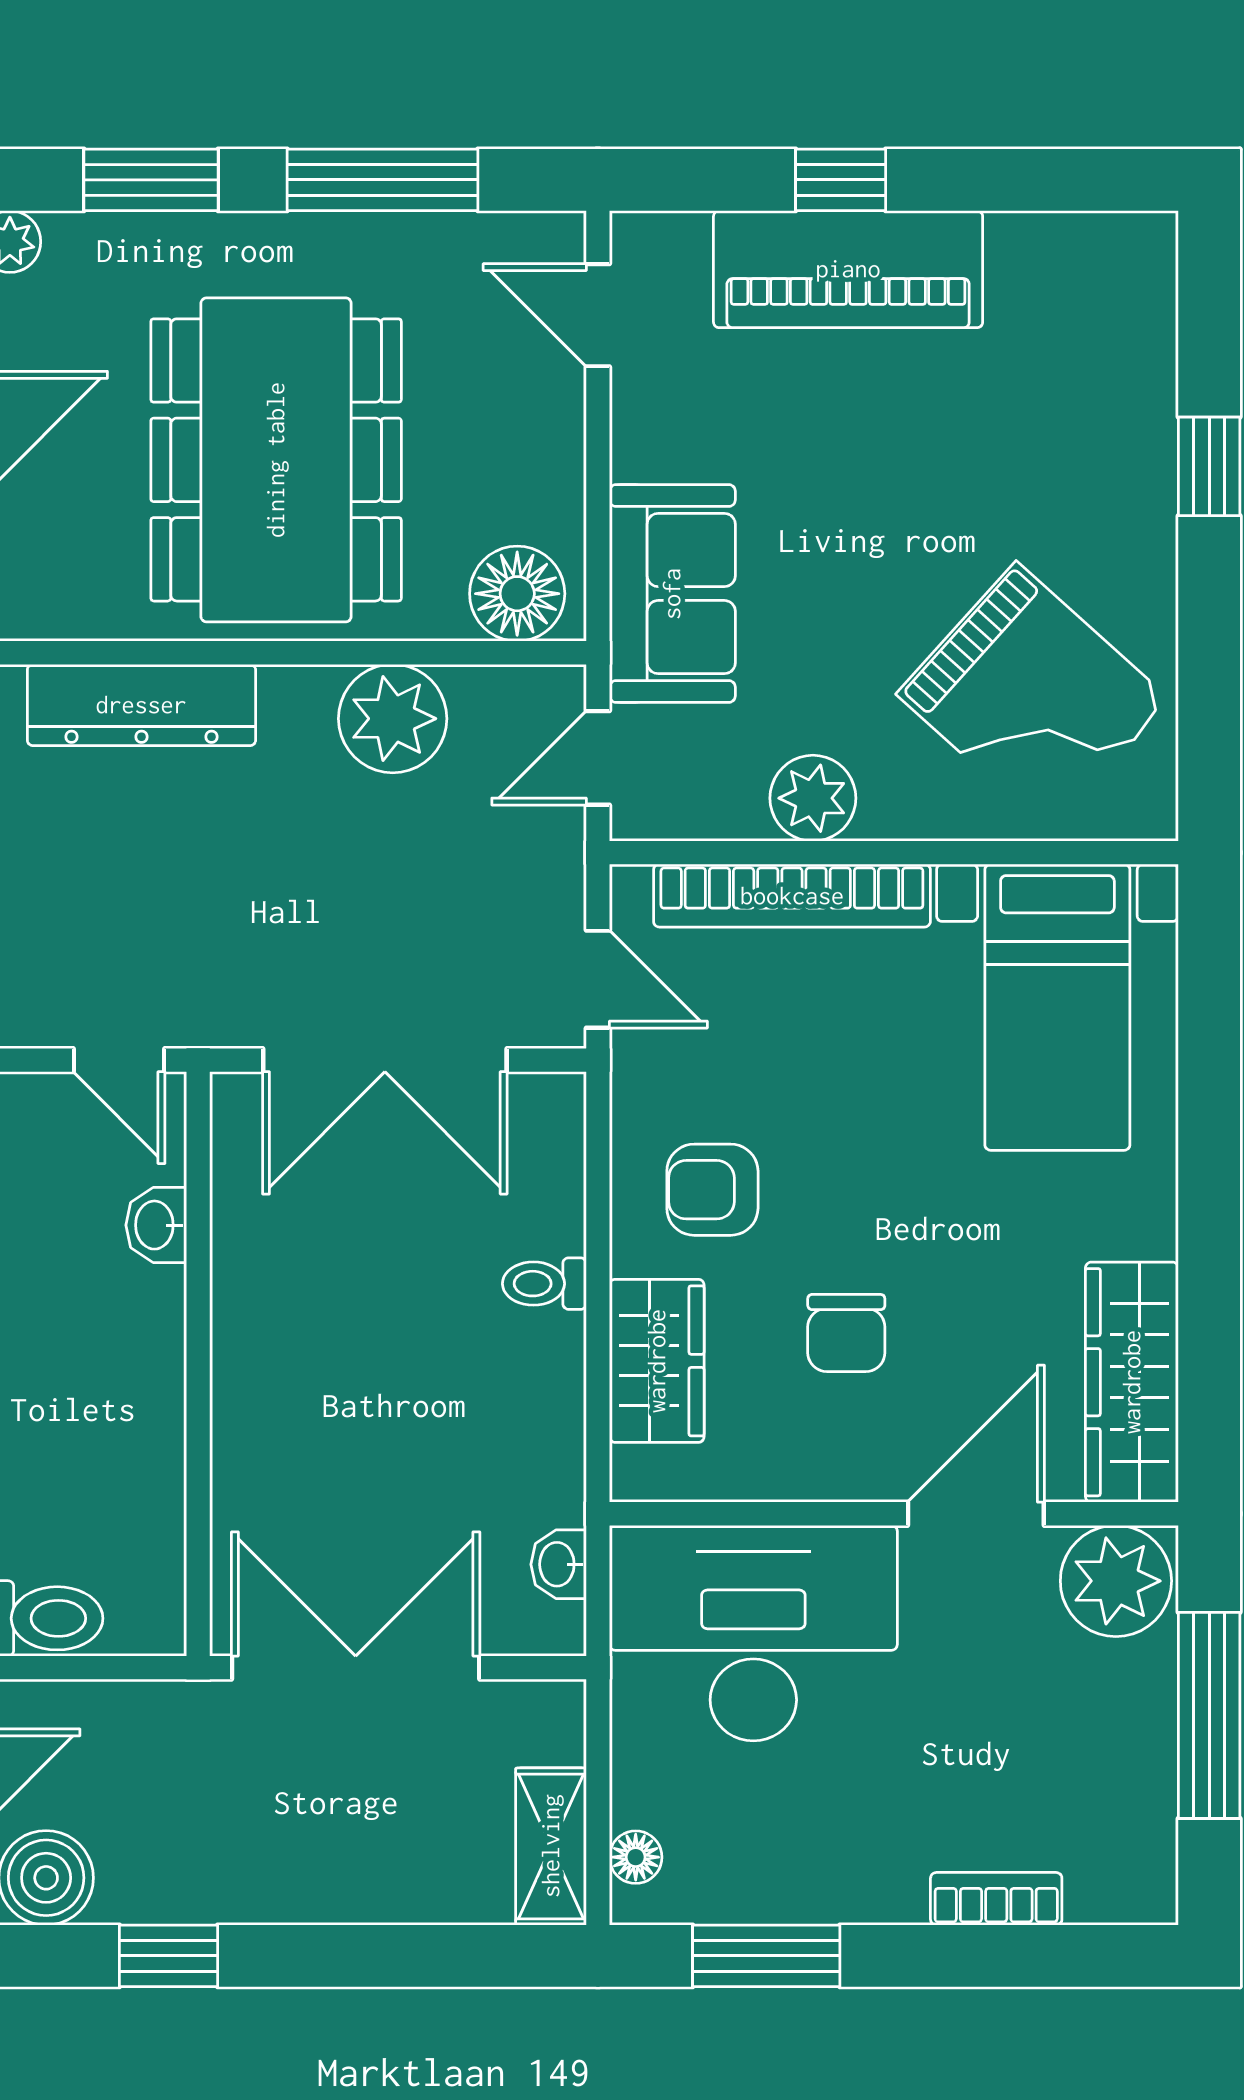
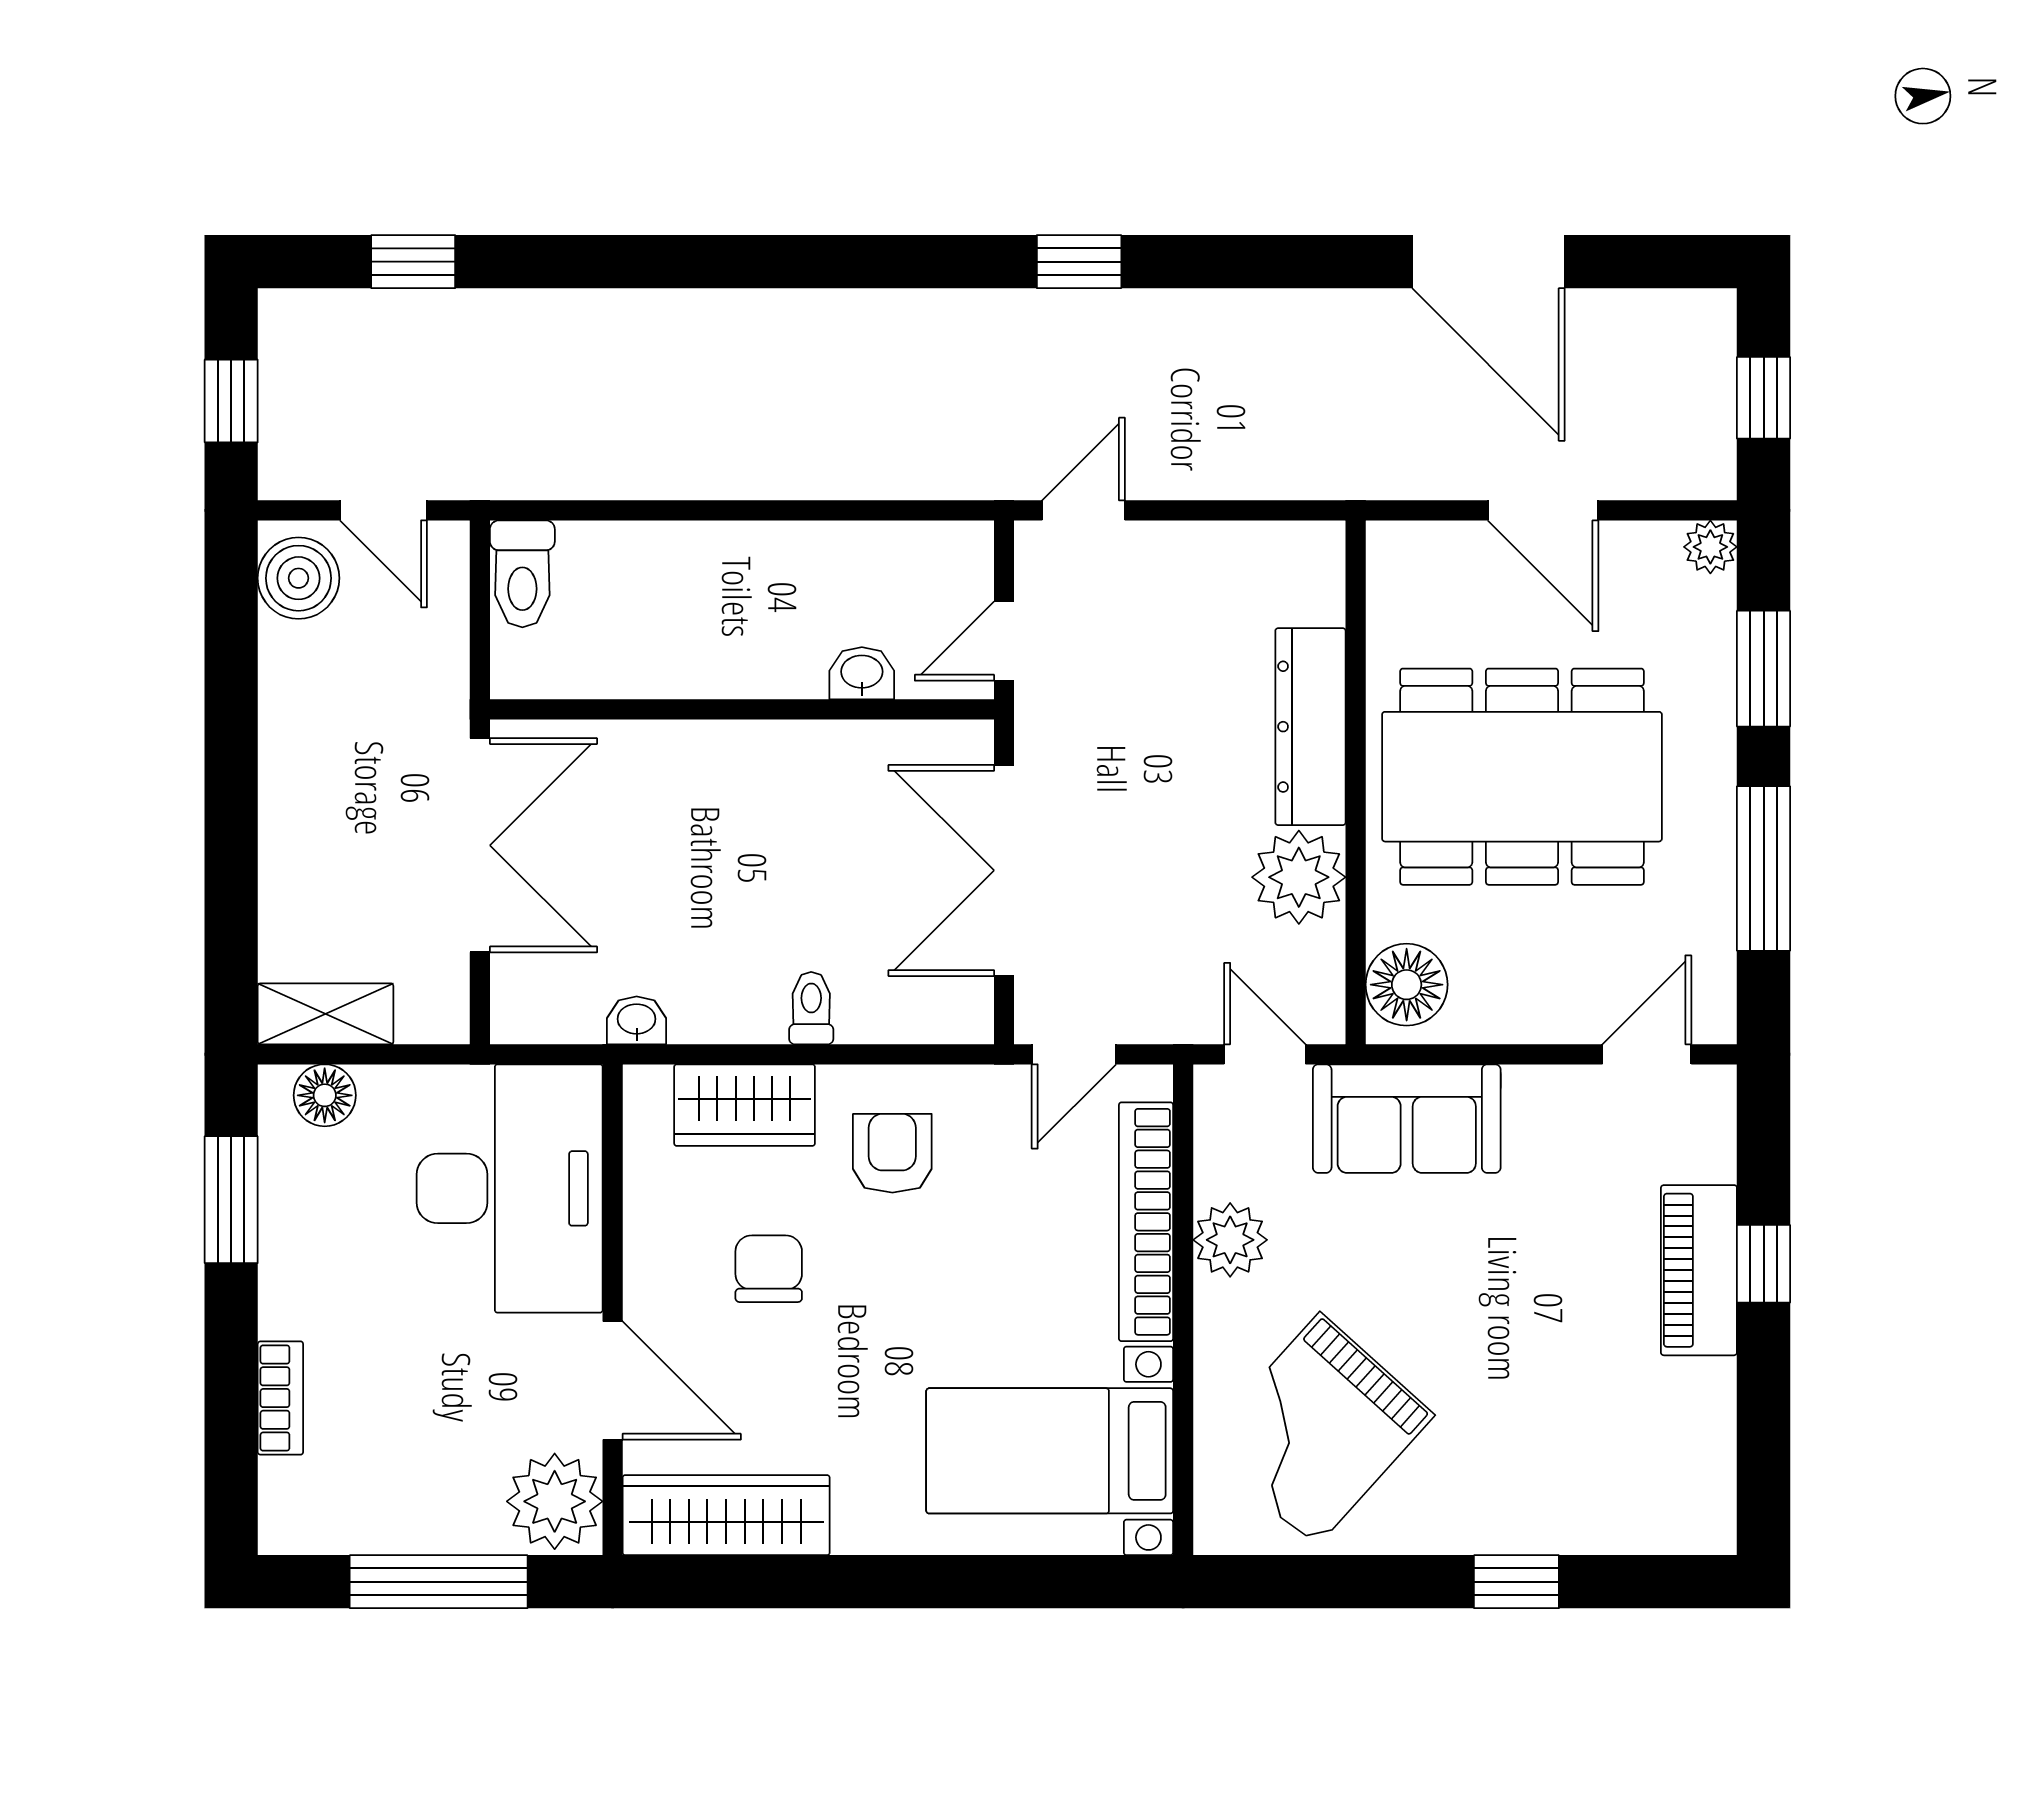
piano: (848, 269) -> (1699, 1270), width x0.73, depth x0.75
dresser: (141, 705) -> (1310, 727), moved
chair: (846, 1333) -> (769, 1269), turned 90
washbasin: (559, 1564) -> (637, 1020), moved
floor lamp: (636, 1857) -> (325, 1095), width x1.37, depth x1.37
window: (169, 1956) -> (231, 684), removed

